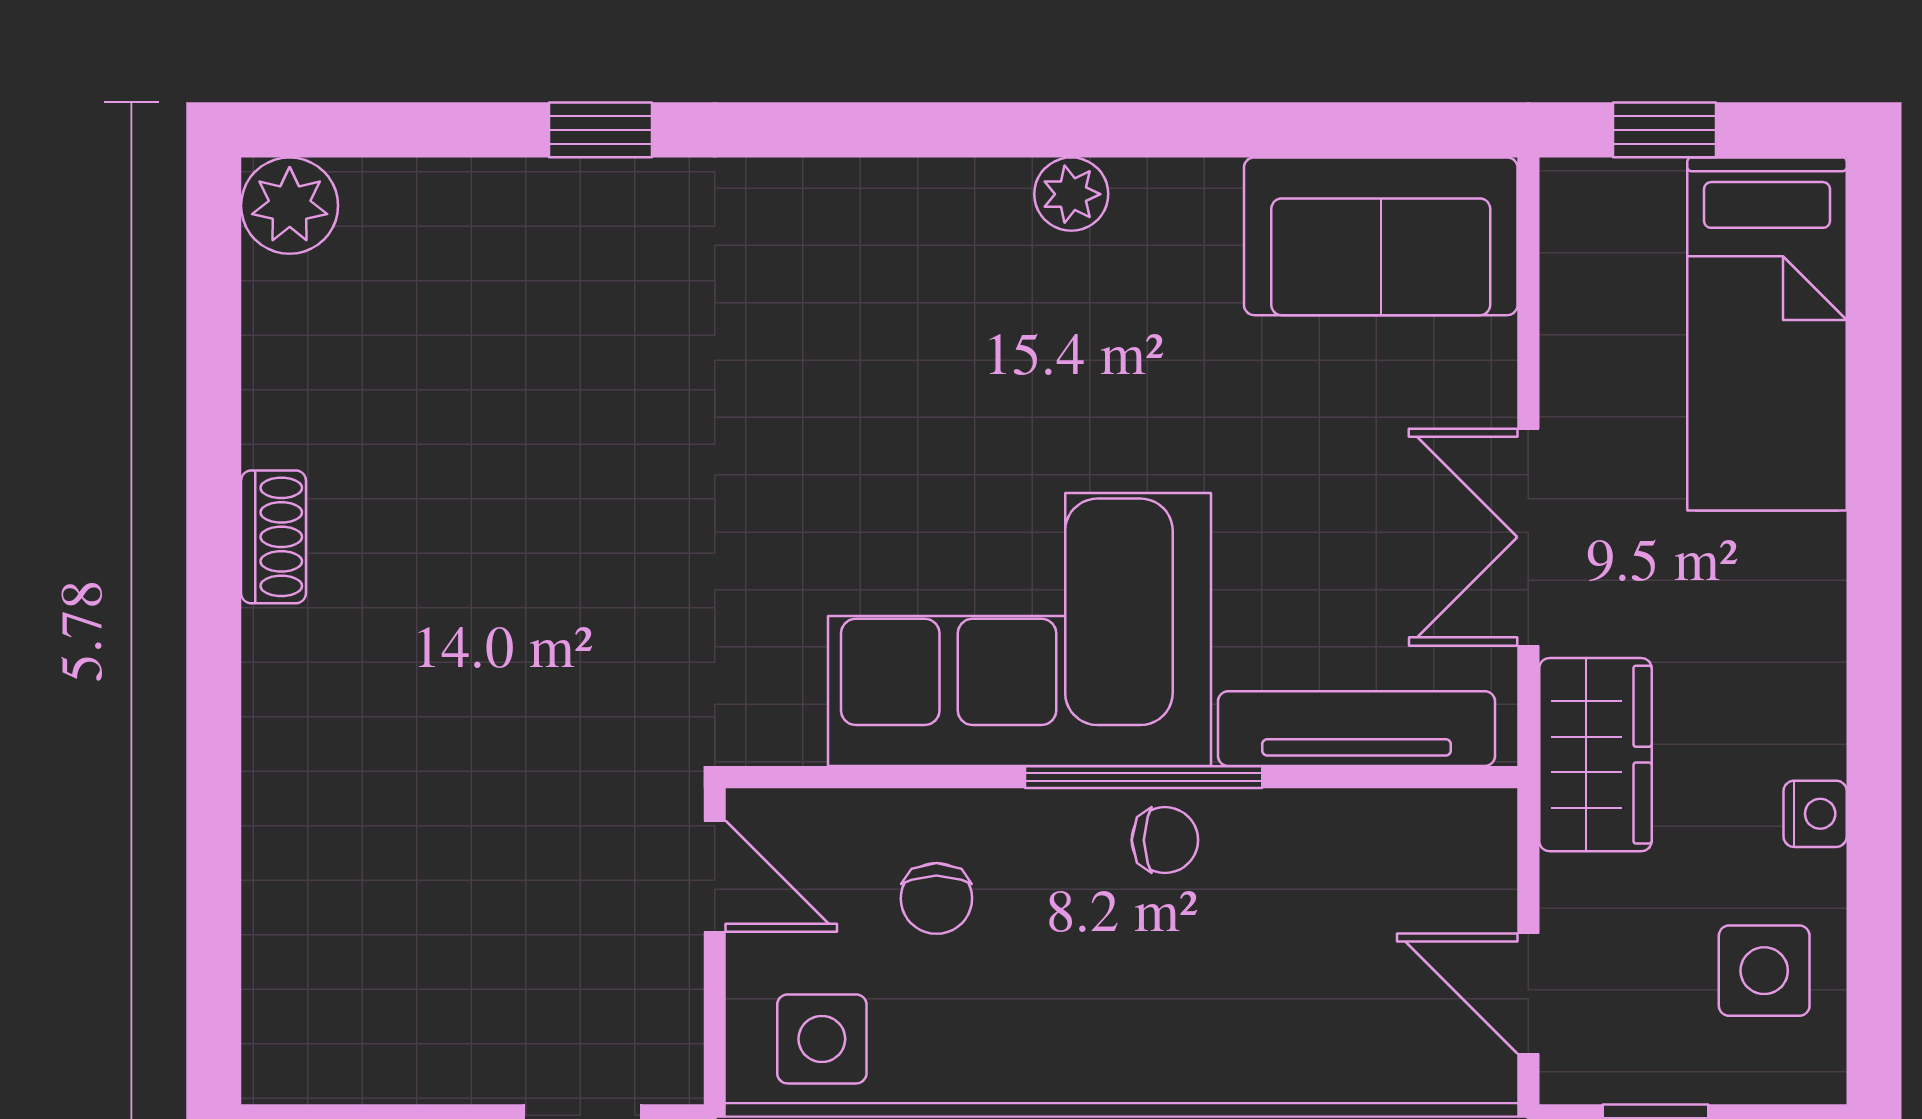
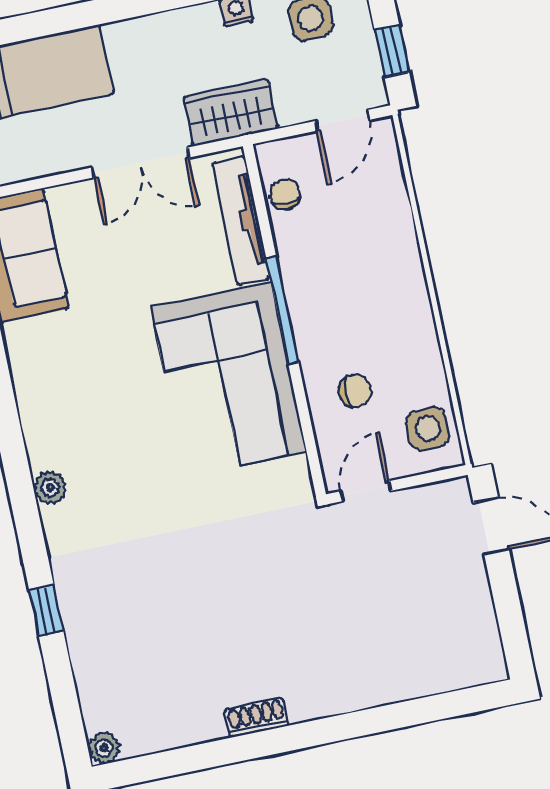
plant: (1071, 194) -> (50, 487), moved
plant: (290, 206) -> (104, 748), width x0.73, depth x0.73
chair: (1165, 840) -> (285, 194), moved

